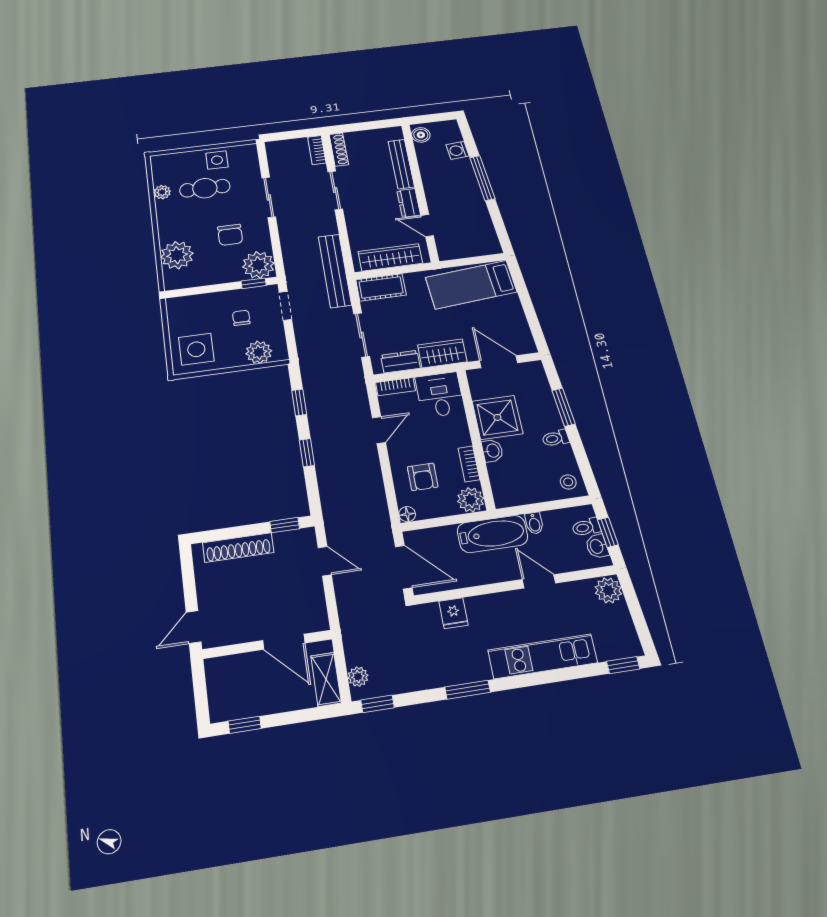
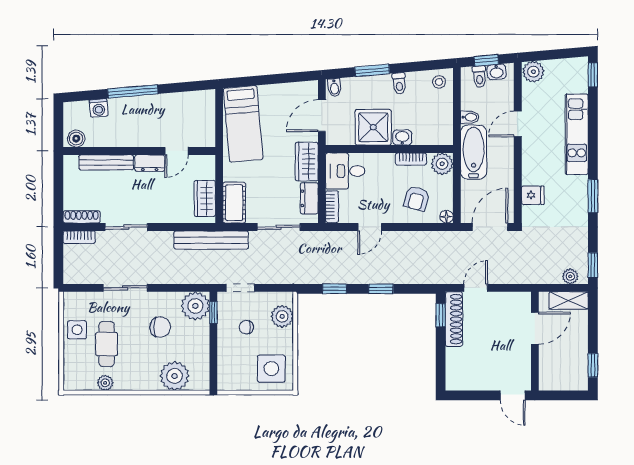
wardrobe: (390, 257) -> (205, 198), width x0.67
bidet: (534, 370) -> (334, 87), added
door: (379, 430) -> (370, 227), swing flipped
armchair: (423, 477) -> (416, 199), turned 105
shoe rack: (238, 548) -> (454, 319), moved

